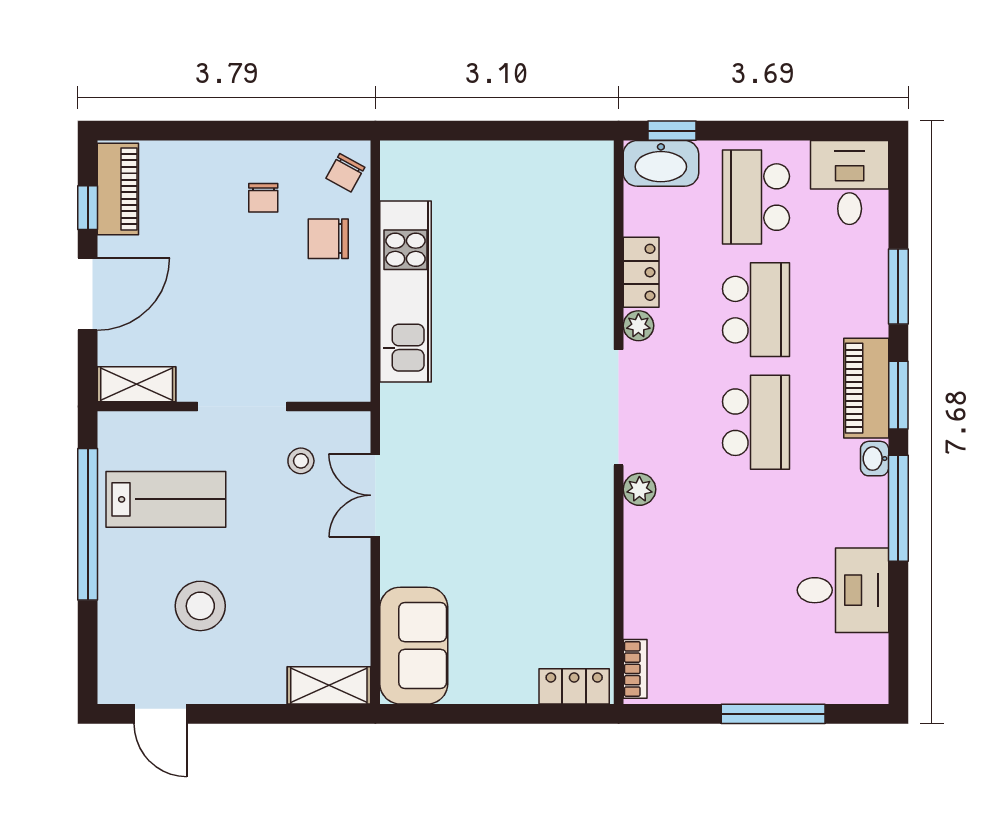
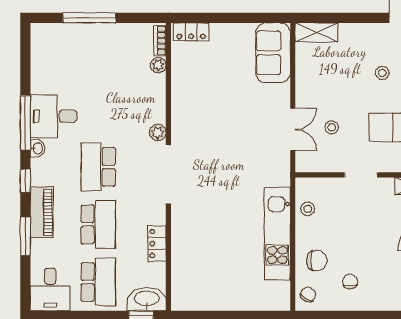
school desk: (756, 310) -> (98, 224), turned 180
plant: (638, 326) -> (158, 65), moved
stool: (346, 340) -> (308, 209), added
piano: (866, 388) -> (42, 212), moved
window: (898, 395) -> (25, 181), width x0.67
doorway: (242, 407) -> (361, 175), width x0.73
stool: (301, 461) -> (332, 127), moved
desk: (843, 590) -> (54, 116), moved
stool: (200, 606) -> (382, 73), width x0.53, depth x0.53

